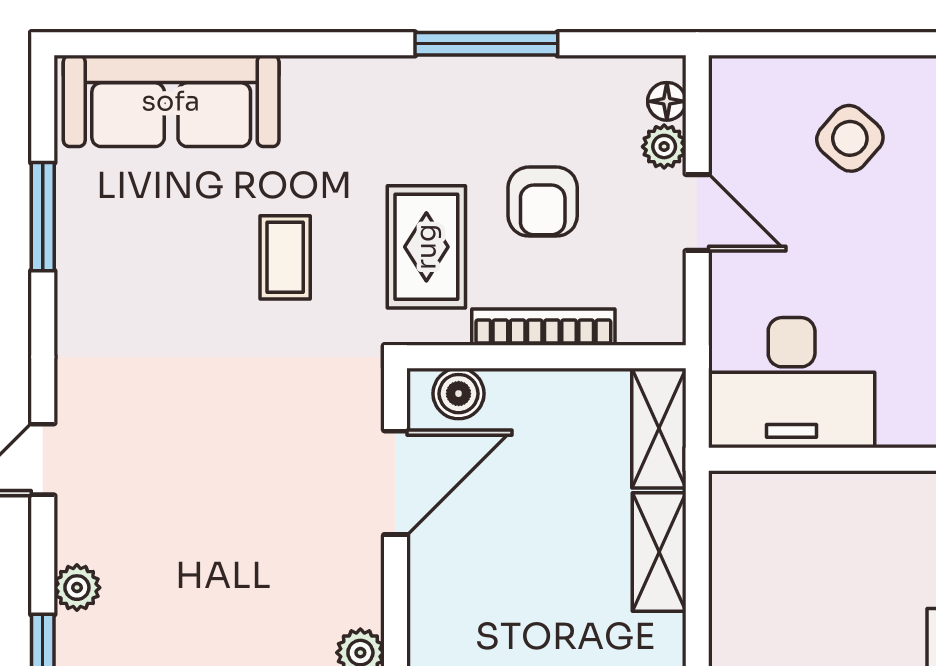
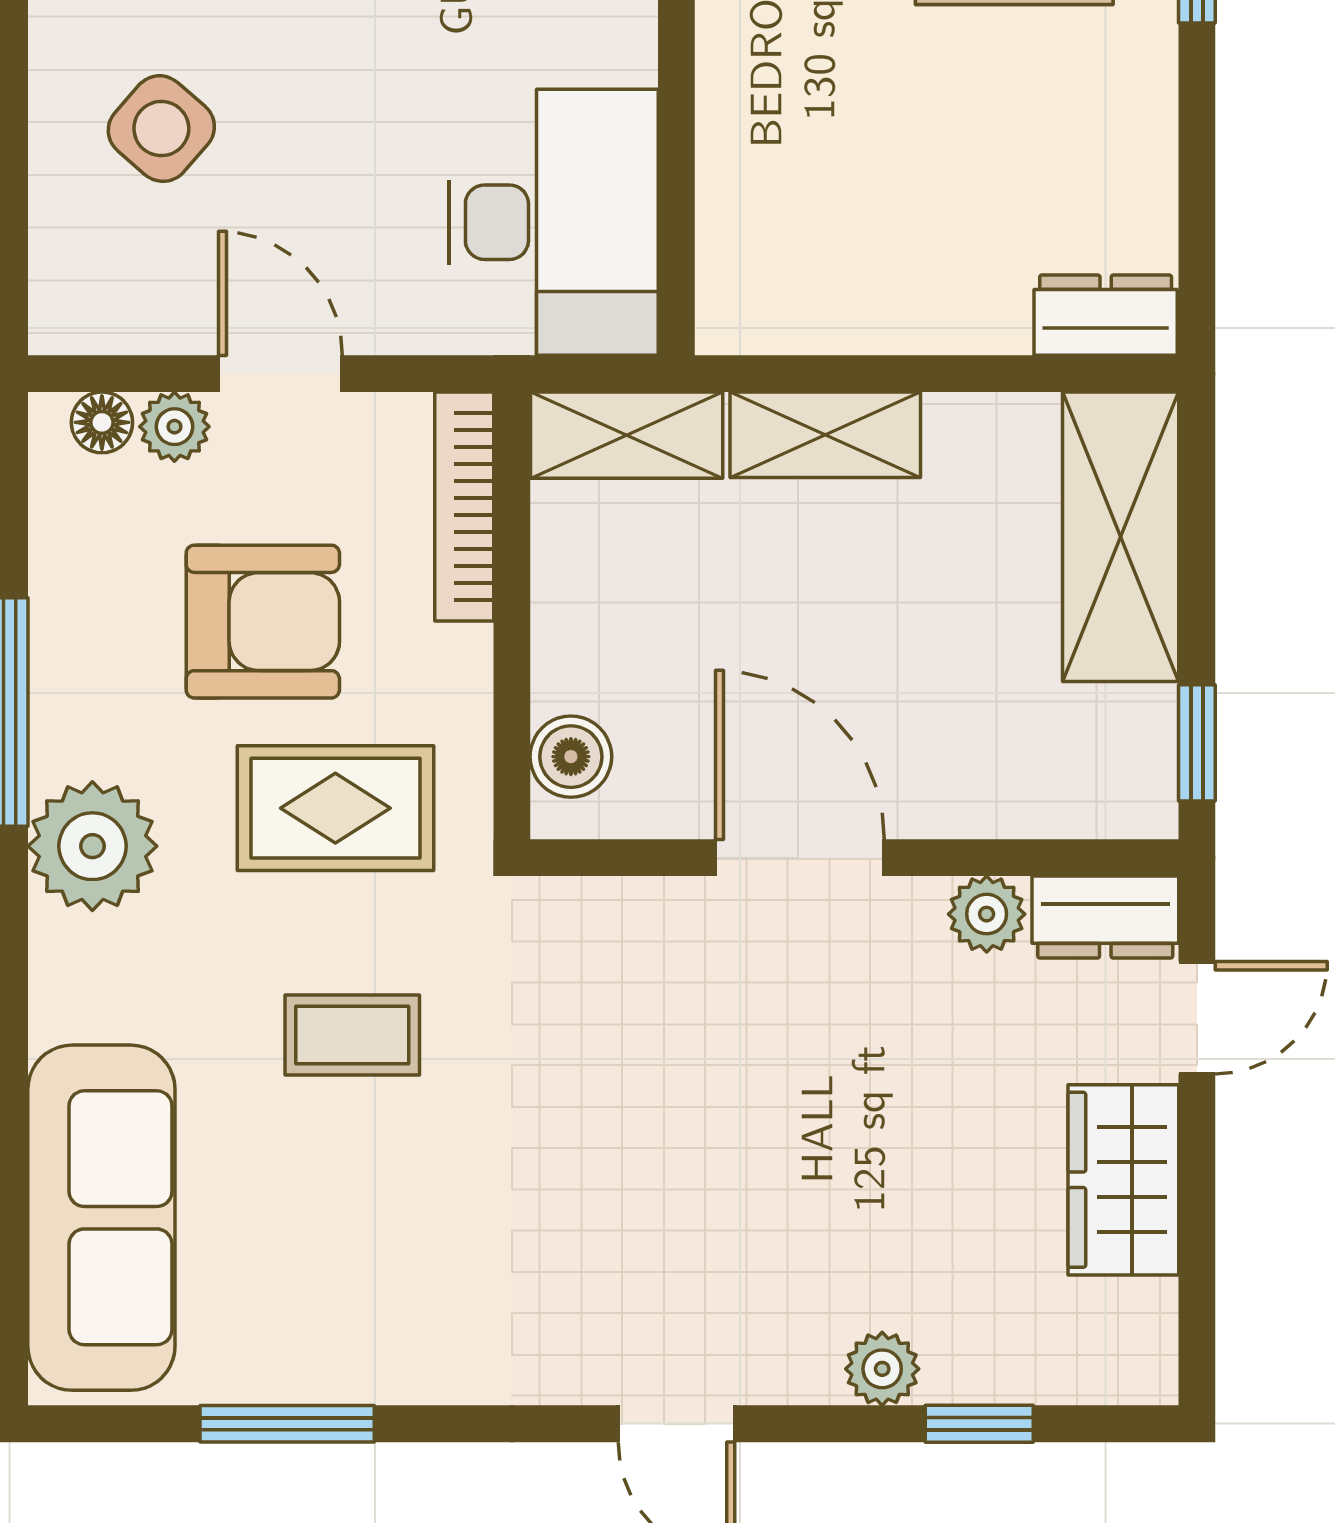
plant: (403, 95) -> (92, 846), added
armchair: (543, 202) -> (263, 622), width x1.38, depth x1.38
door: (697, 212) -> (280, 374), hinge flipped
bookcase: (543, 327) -> (464, 507), moved
door: (396, 483) -> (800, 858), moved

